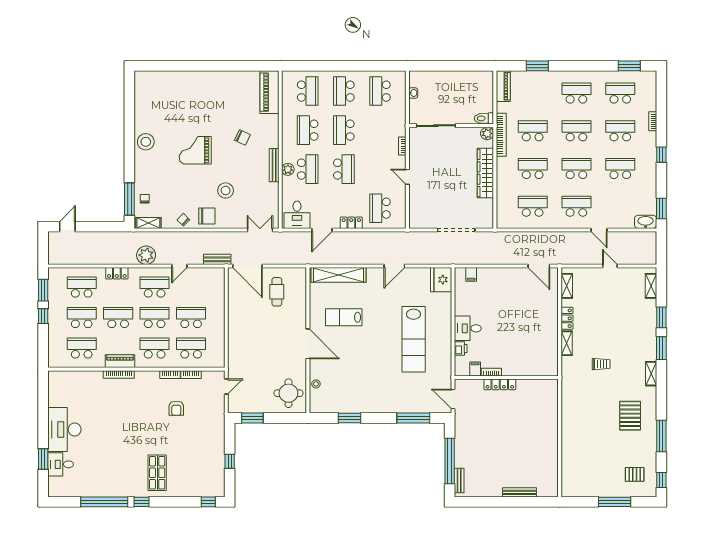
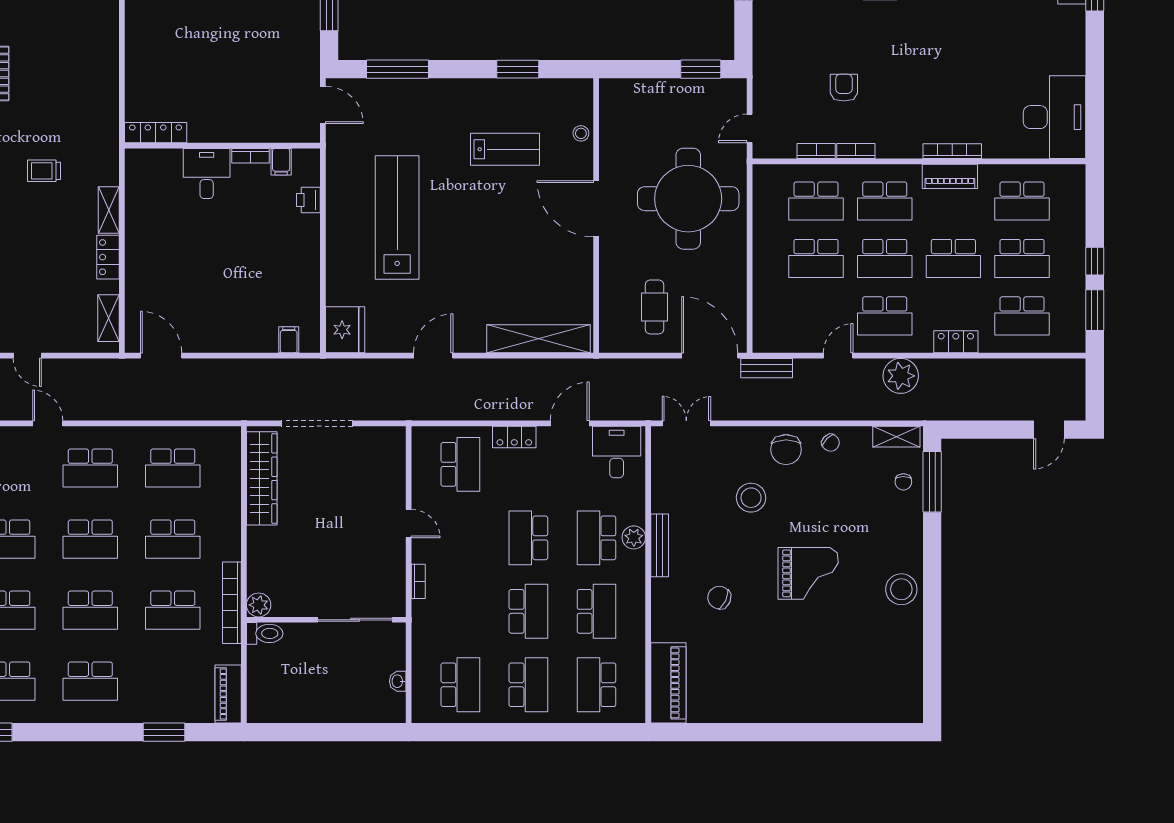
wardrobe: (485, 173) -> (262, 478), moved
chair: (207, 216) -> (786, 450), turned -90
double door: (260, 230) -> (686, 423), swing flipped
lab bench: (344, 317) -> (505, 149), moved
desk: (468, 328) -> (207, 173), moved, turned -90
locker: (500, 384) -> (156, 133), moved
round table: (288, 393) -> (688, 199), moved, width x1.86, depth x1.86
desk: (64, 429) -> (1055, 117), moved

